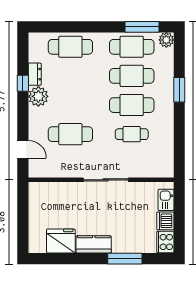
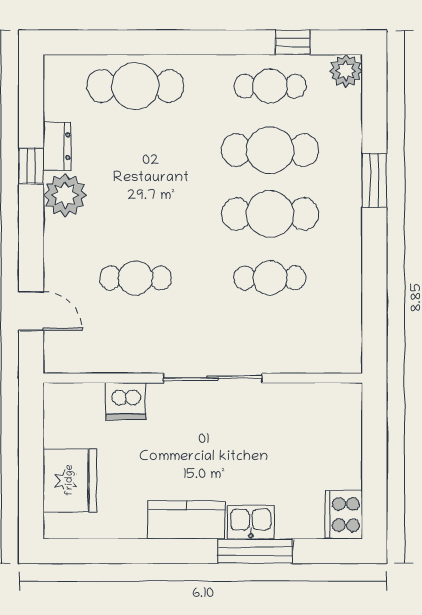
window: (142, 27) -> (293, 42), width x0.46
cafe table: (132, 47) -> (270, 86), width x0.73, depth x0.74
cafe table: (70, 134) -> (135, 278), width x0.73, depth x0.74
kitchen sink: (166, 200) -> (251, 522), moved, turned 90
dishwasher: (165, 221) -> (126, 401), moved, turned -90
fridge: (61, 241) -> (70, 480), moved, turned 90

